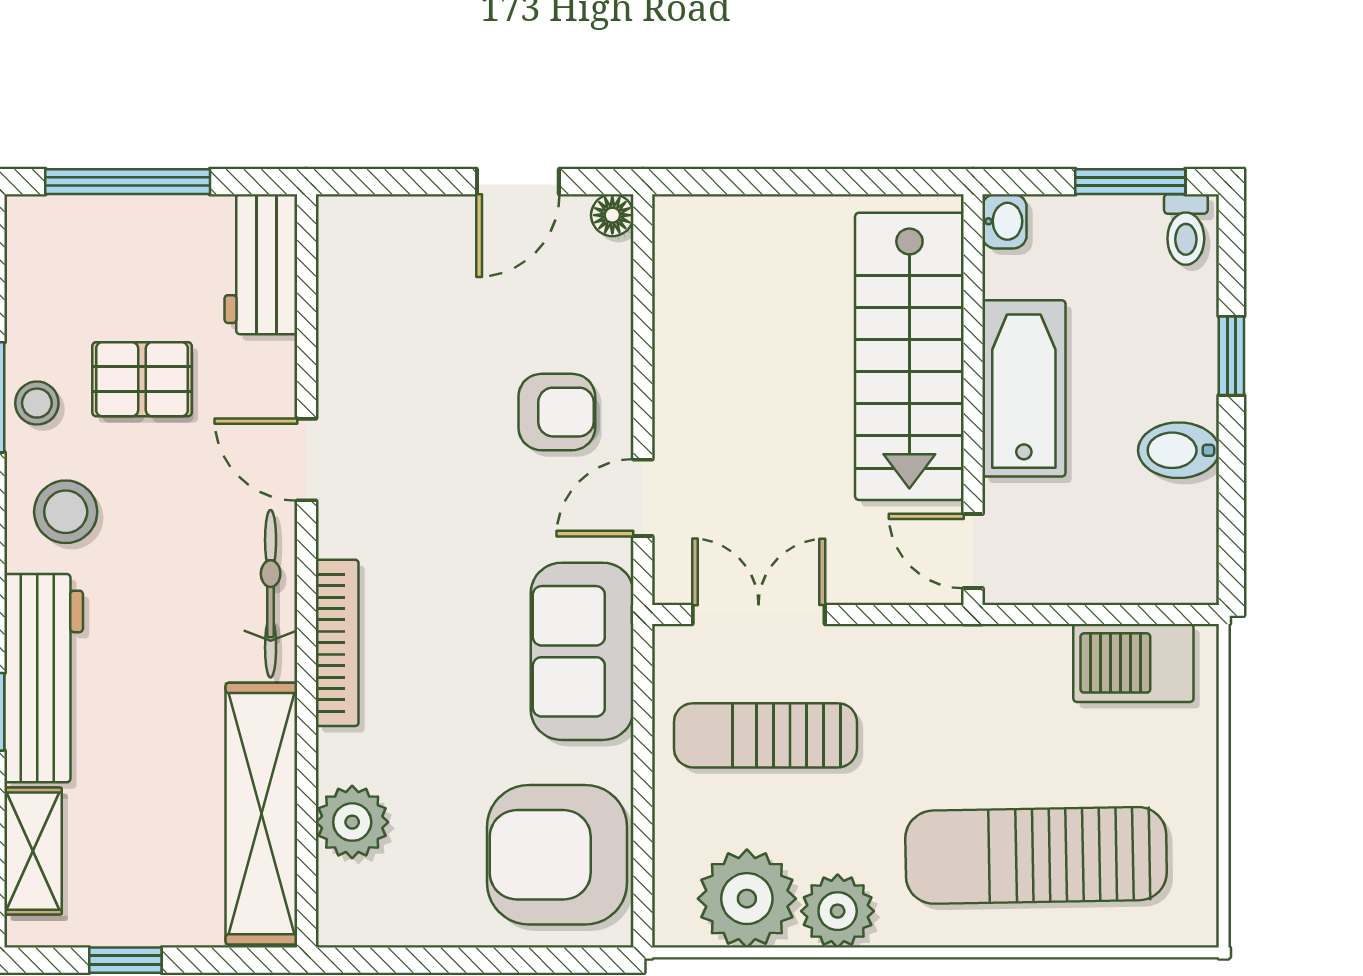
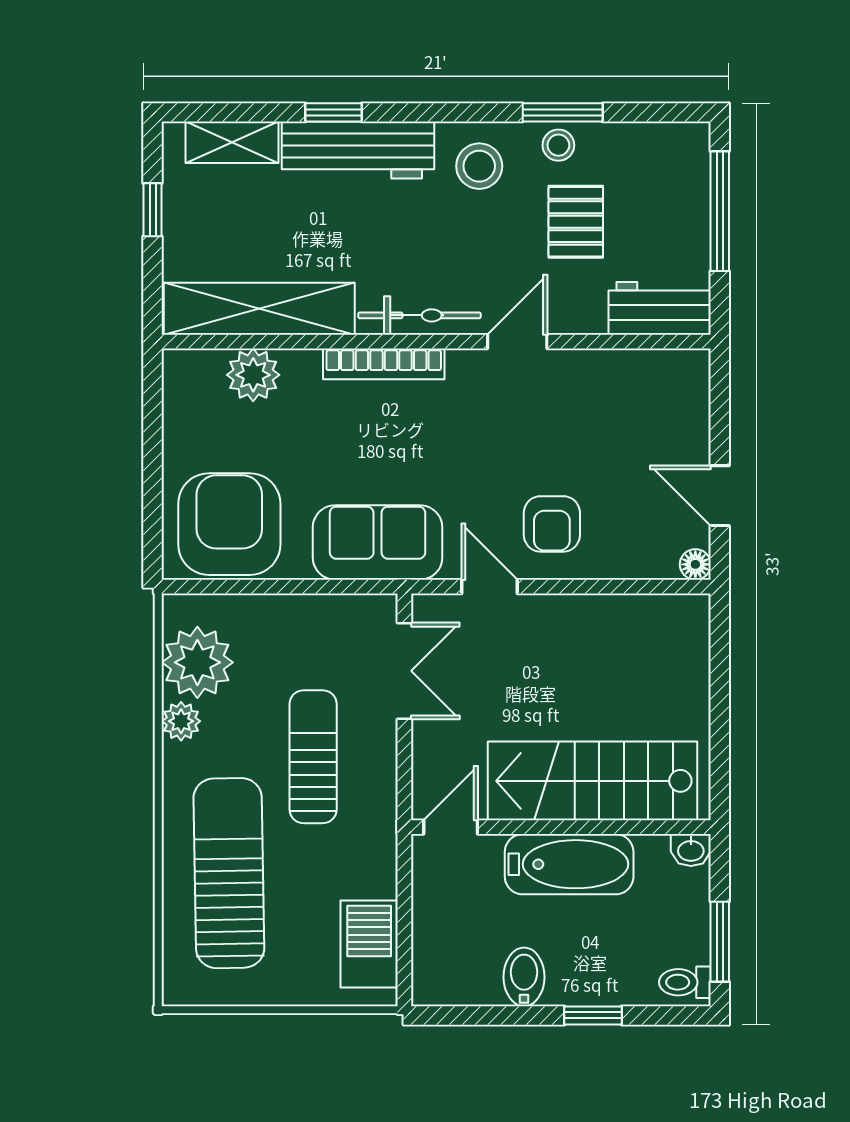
sun lounger: (765, 735) -> (313, 757), moved
plant: (838, 911) -> (181, 721), width x0.73, depth x0.73

